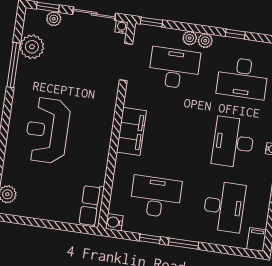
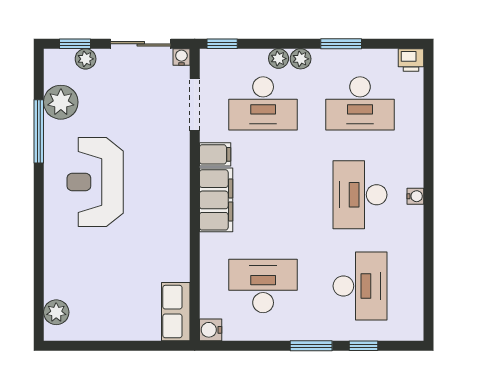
window: (235, 34) -> (341, 44), width x1.50
desk: (174, 68) -> (263, 103), turned 180
reception desk: (47, 130) -> (95, 182), moved
window: (150, 239) -> (363, 346), moved
filing cabinet: (257, 240) -> (215, 154), moved, turned 90

